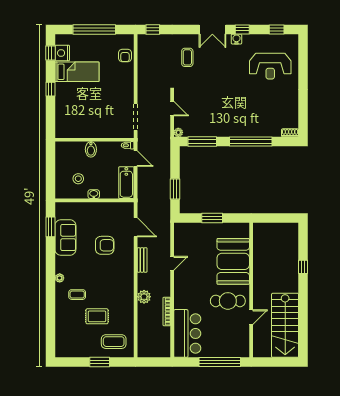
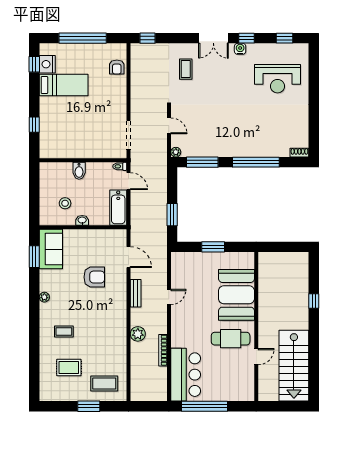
window: (50, 89) -> (34, 125), moved
sofa: (65, 237) -> (51, 249), moved
plant: (60, 278) -> (44, 297), moved
rug: (97, 316) -> (69, 367), moved
window: (220, 362) -> (204, 406), moved

